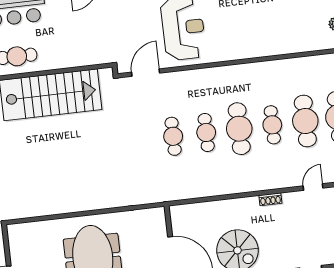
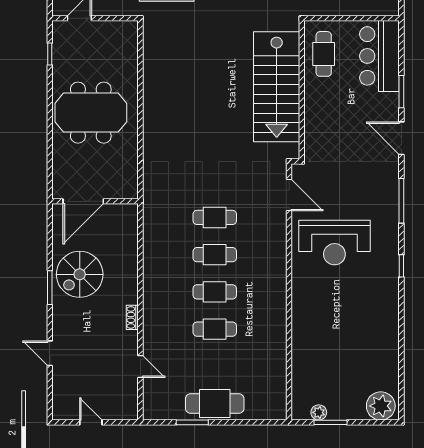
cafe table: (305, 121) -> (215, 366), removed
cafe table: (239, 129) -> (215, 292), width x0.73, depth x0.74

